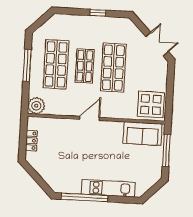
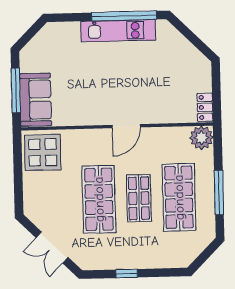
double door: (157, 44) -> (52, 248), moved
sofa: (142, 134) -> (36, 100), moved, turned 90
locker: (31, 141) -> (205, 107), moved
kitchen unit: (108, 188) -> (118, 31), moved

